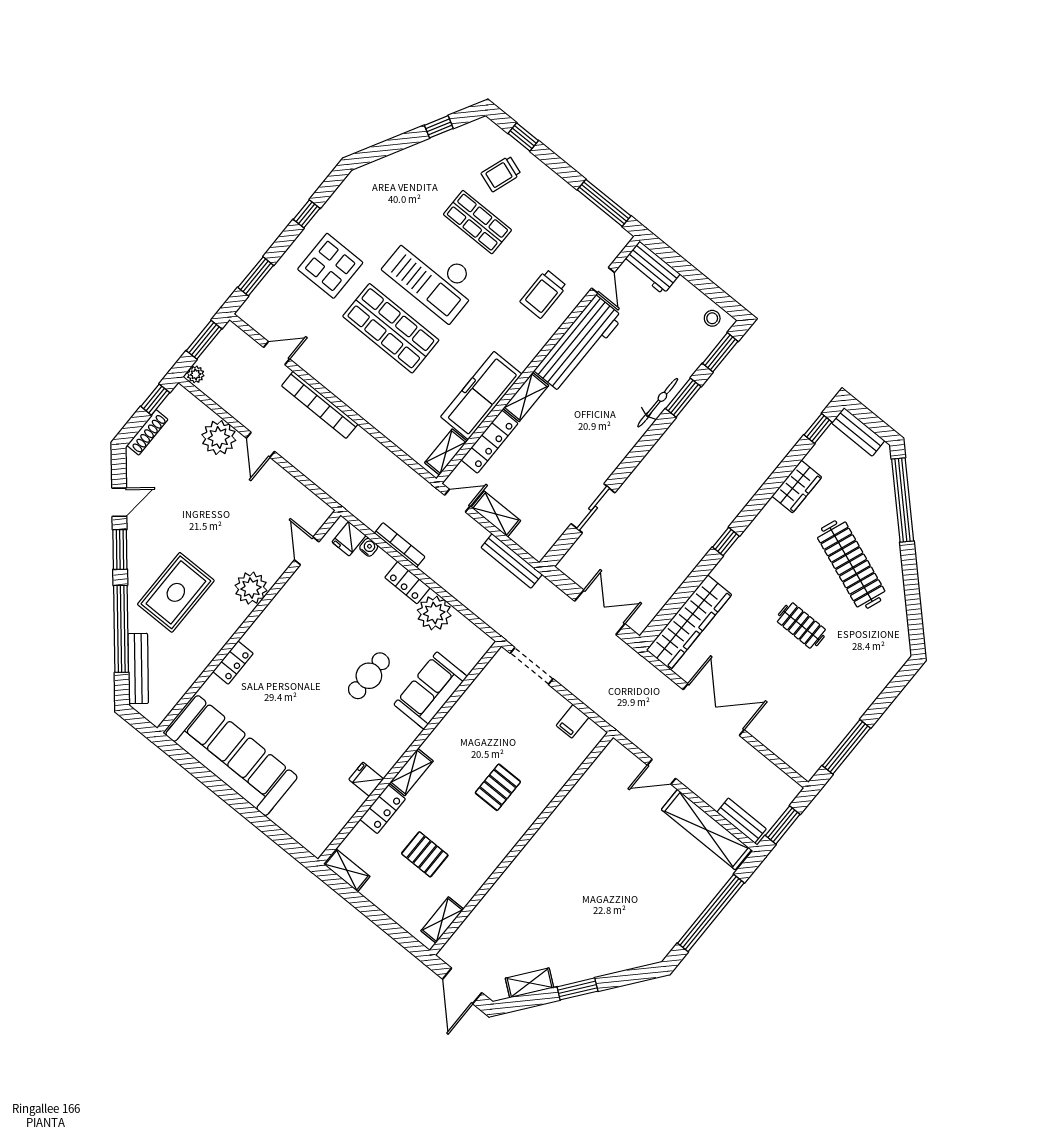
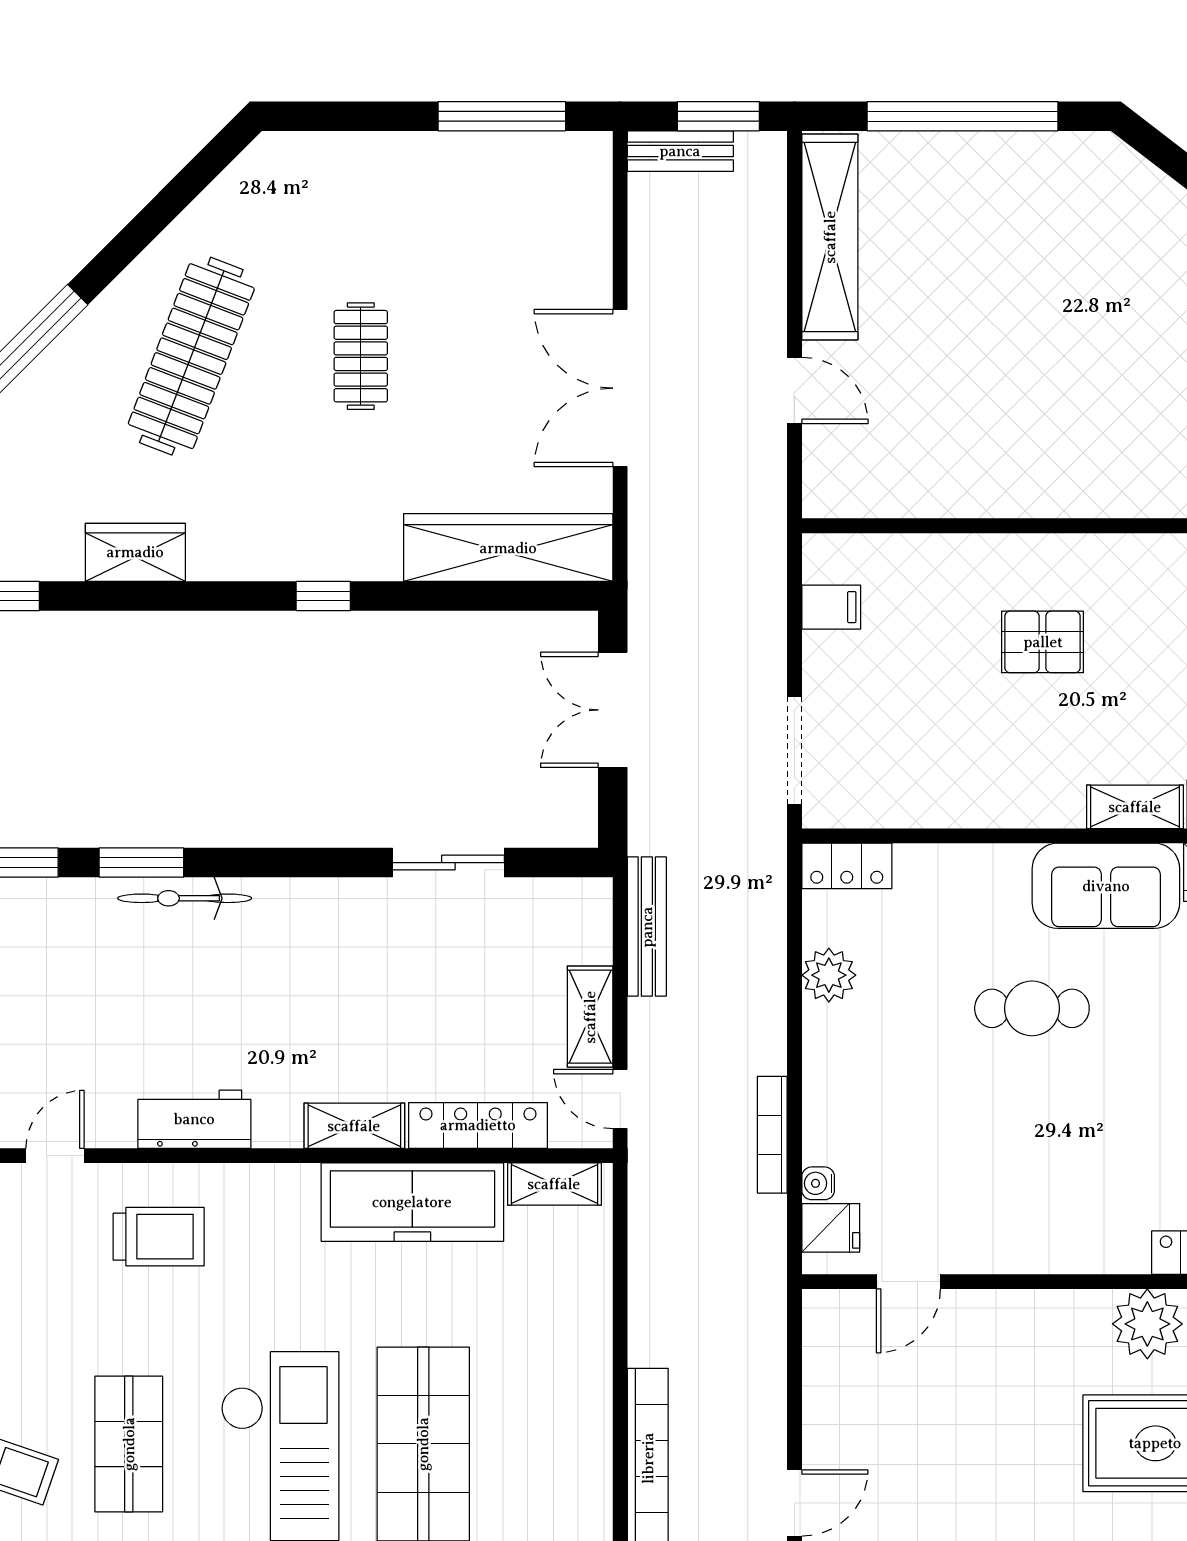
workbench: (579, 344) -> (194, 1119), width x0.53, depth x0.76
locker: (407, 583) -> (847, 866), moved, turned 90
plant: (251, 588) -> (1147, 1324), moved
plant: (434, 613) -> (829, 975), width x0.73, depth x0.73
sofa: (430, 690) -> (1106, 886), moved
bench: (742, 821) -> (680, 151), moved, turned 90

